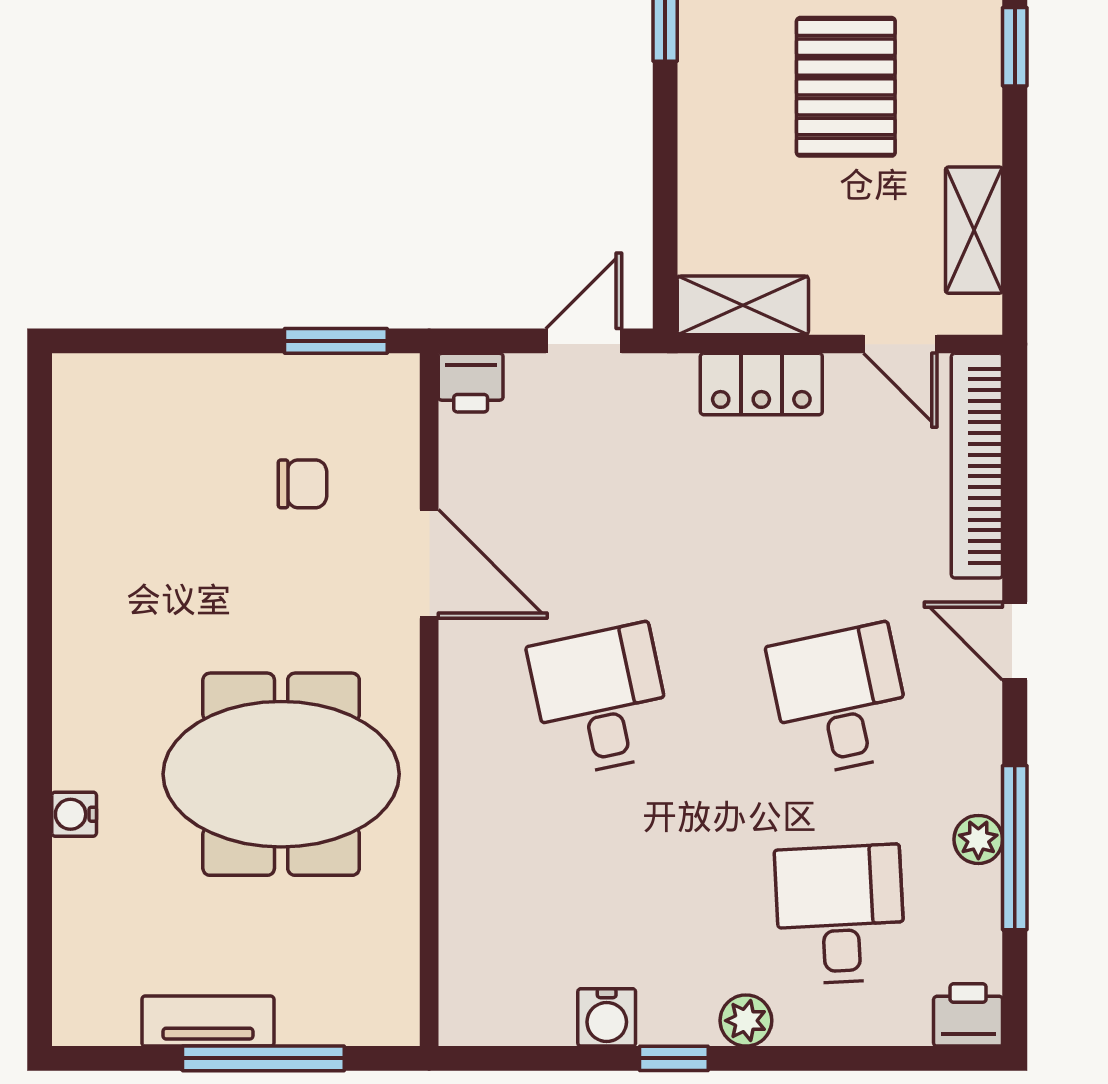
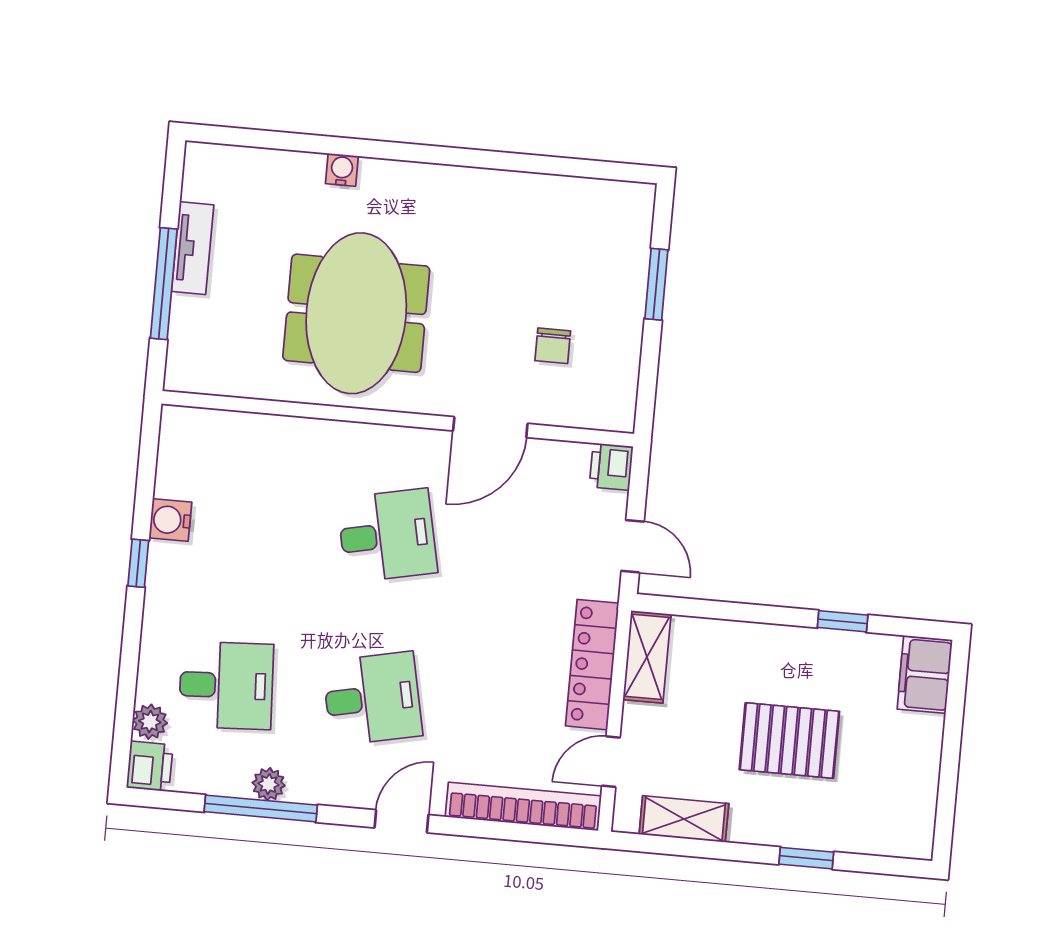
window: (336, 341) -> (656, 284), moved
locker: (761, 384) -> (592, 665), width x1.53
plant: (746, 1021) -> (150, 722), moved

